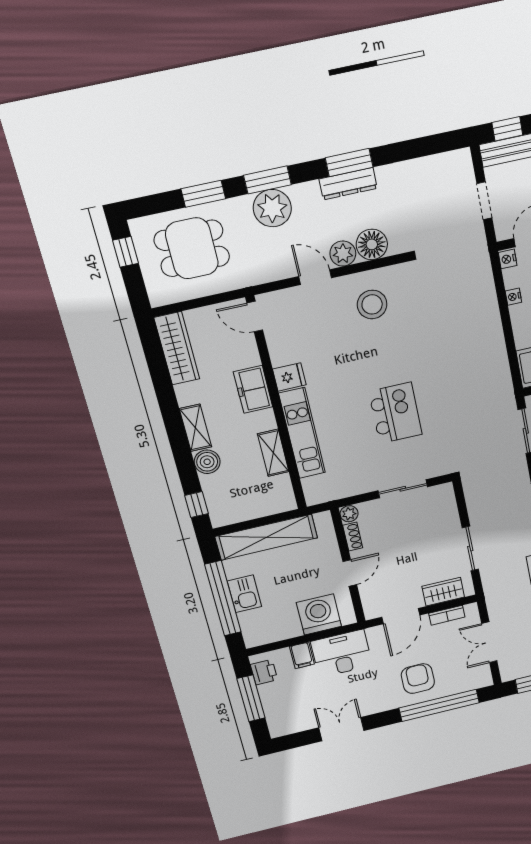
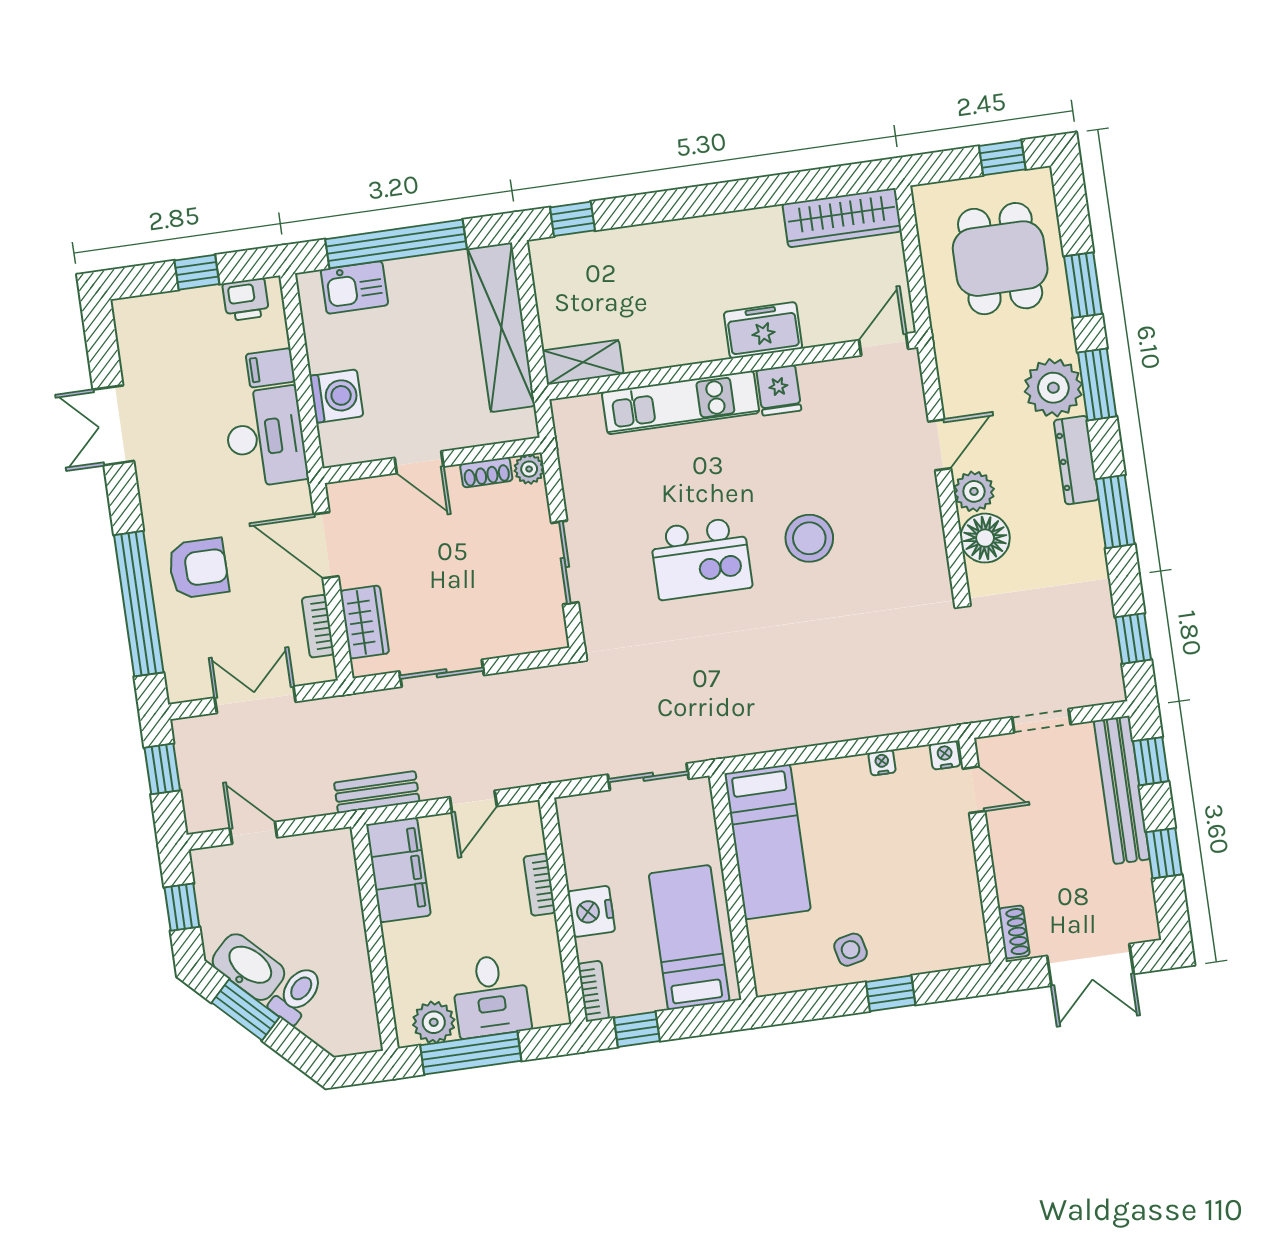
window: (430, 145) -> (1133, 638), added
dresser: (348, 184) -> (1076, 460), moved
stool: (372, 304) -> (809, 538), moved
shelving: (195, 428) -> (707, 232), removed
shelving: (273, 453) -> (583, 362), moved
boiler: (207, 462) -> (646, 244), removed
kitchen sink: (244, 594) -> (354, 287), moved
washing machine: (319, 614) -> (336, 396), width x0.73, depth x0.73
window: (251, 698) -> (197, 272), width x0.46
double door: (341, 729) -> (113, 425), swing flipped

